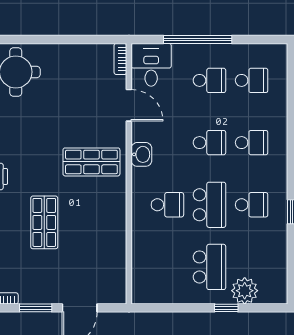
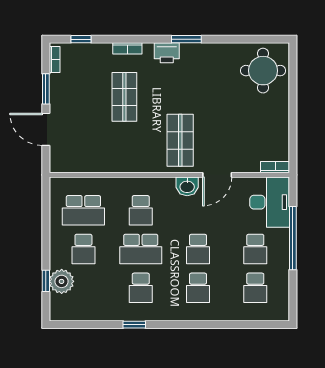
desk: (151, 65) -> (270, 202), width x1.37
door: (129, 105) -> (217, 175), moved
shop shelf: (44, 222) -> (124, 97), turned 90
school desk: (167, 267) -> (83, 210), added
school desk: (209, 267) -> (83, 249), width x0.54
window: (226, 308) -> (46, 281), moved

